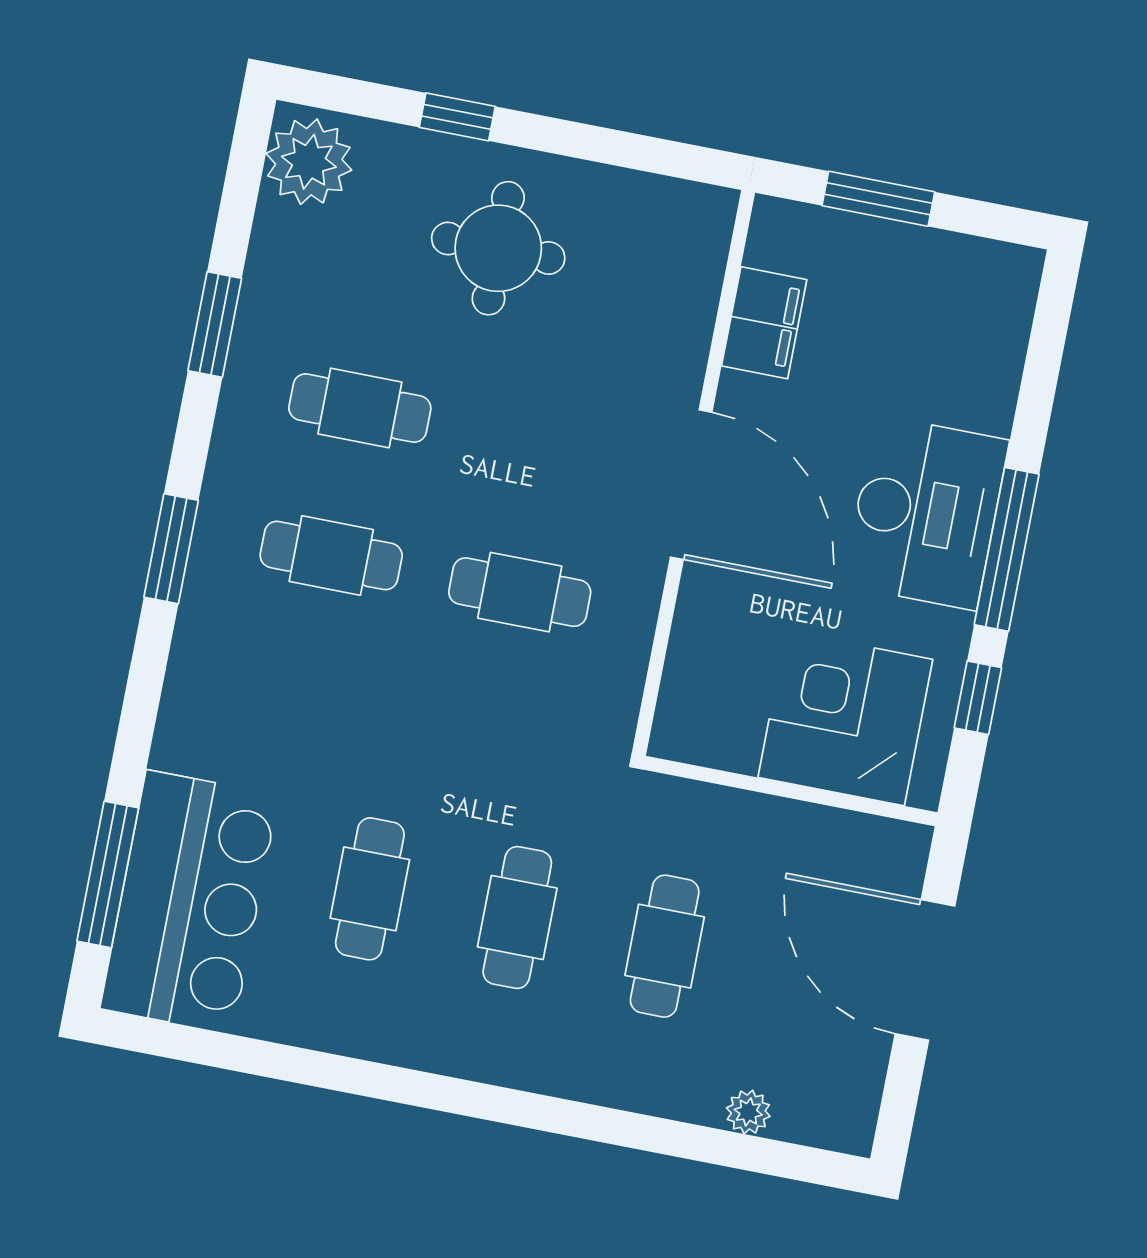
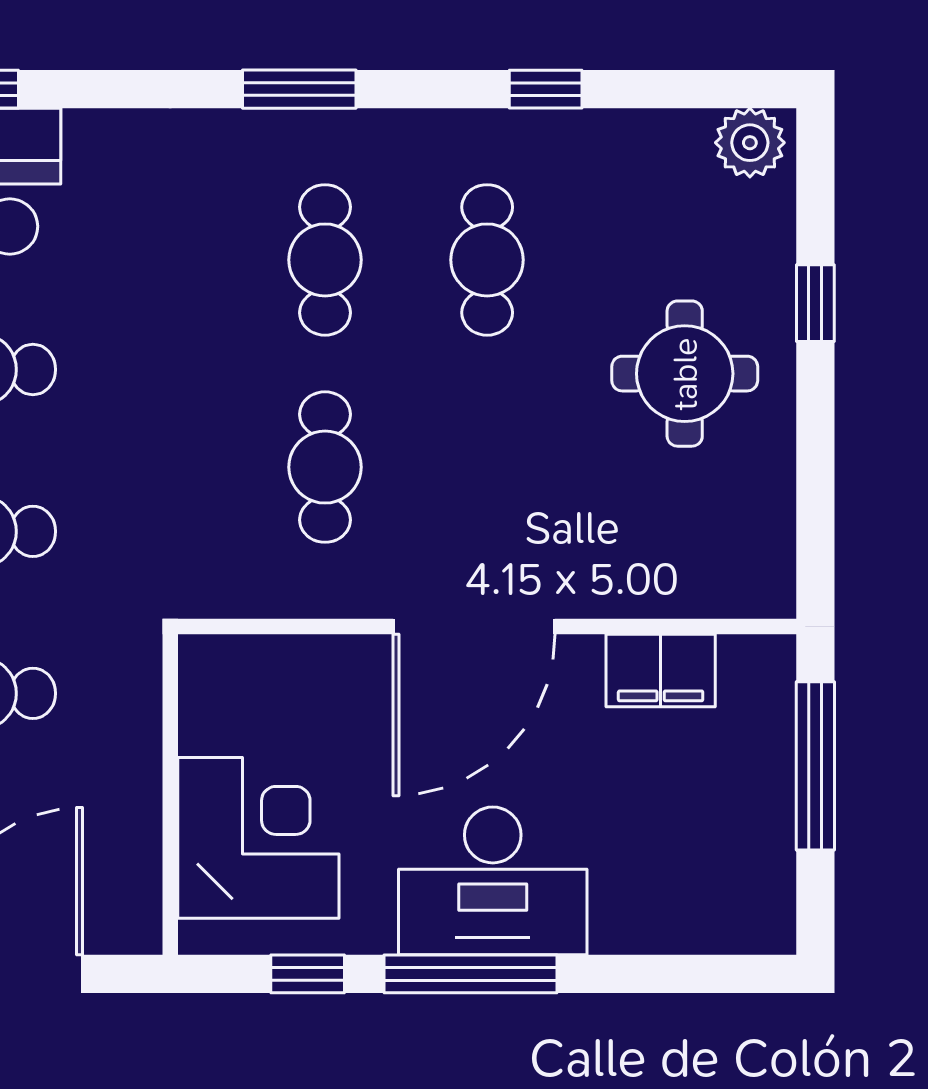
plant: (309, 162) -> (750, 143), width x0.73, depth x0.73
window: (878, 199) -> (815, 766), width x1.44
window: (215, 324) -> (546, 89), width x0.67

